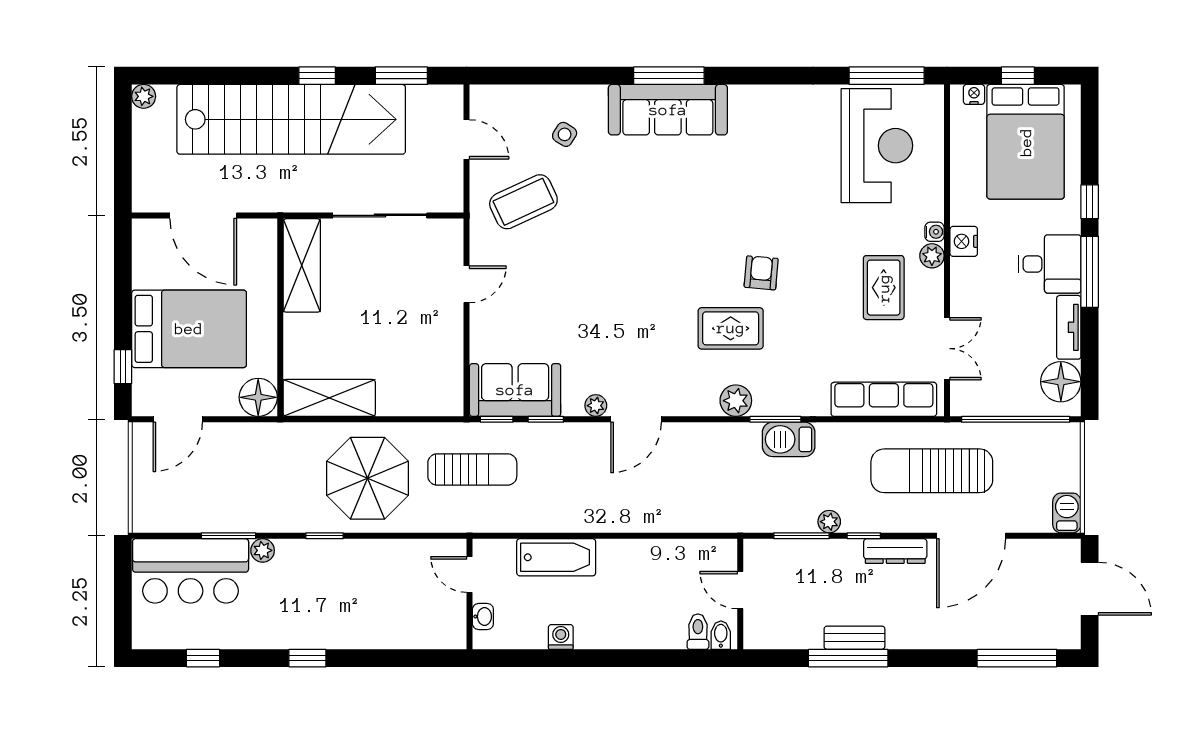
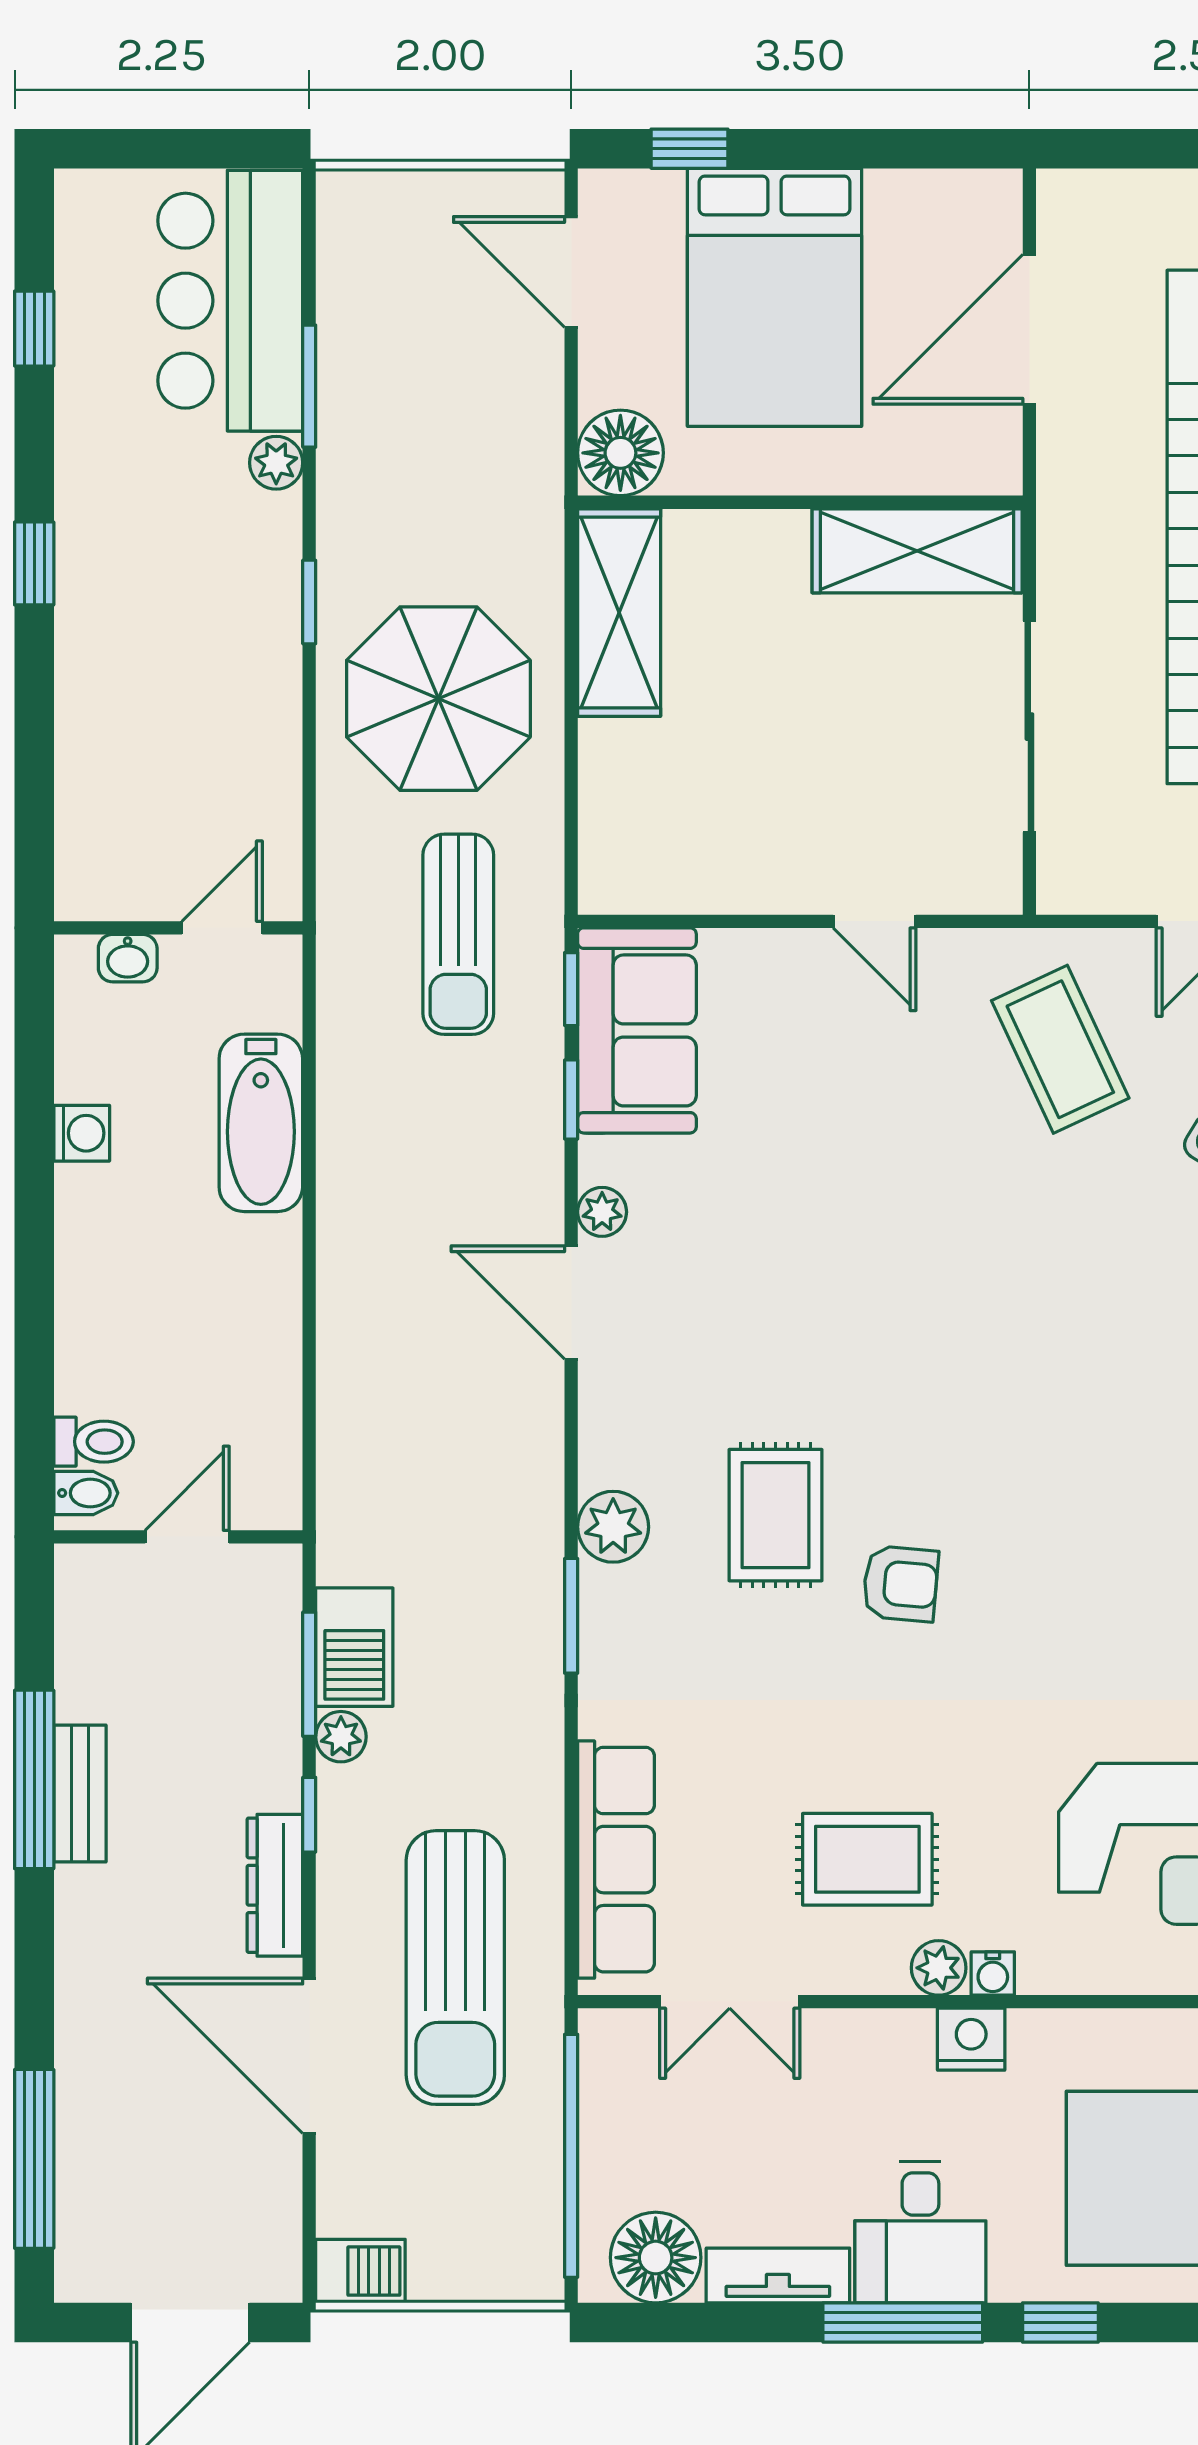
barbecue: (789, 439) -> (354, 1647), moved, turned 180
sun lounger: (932, 471) -> (455, 1968), turned 180

